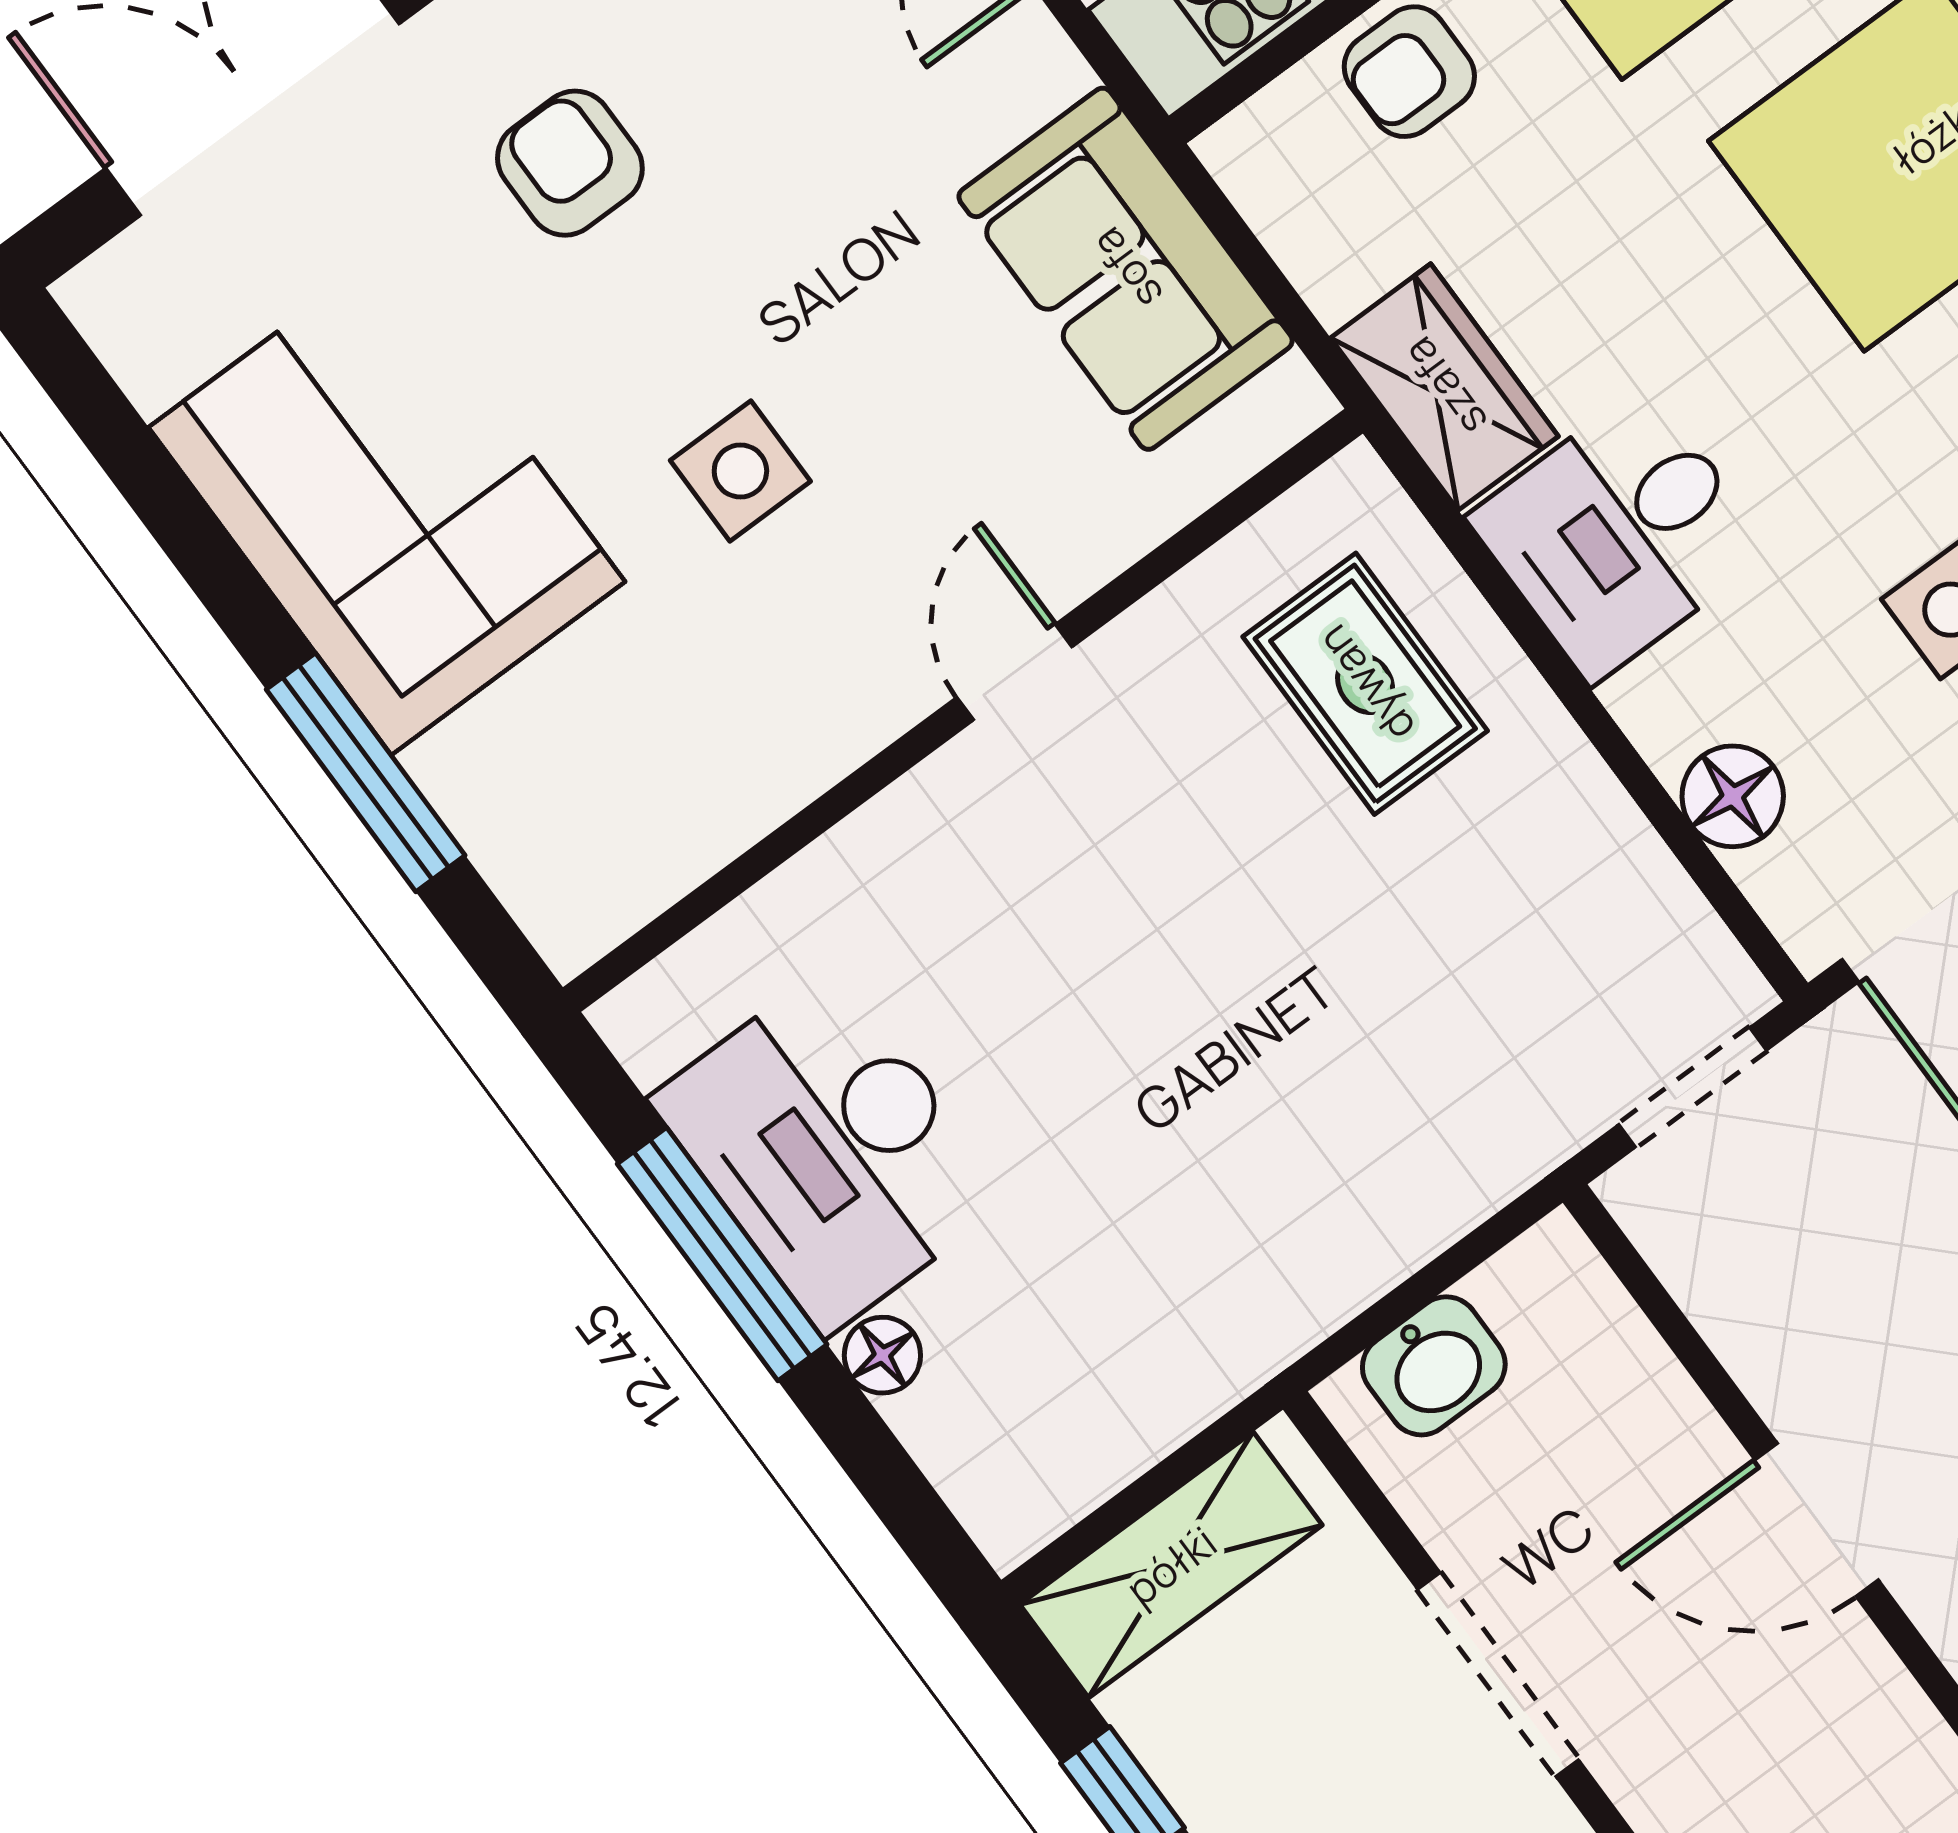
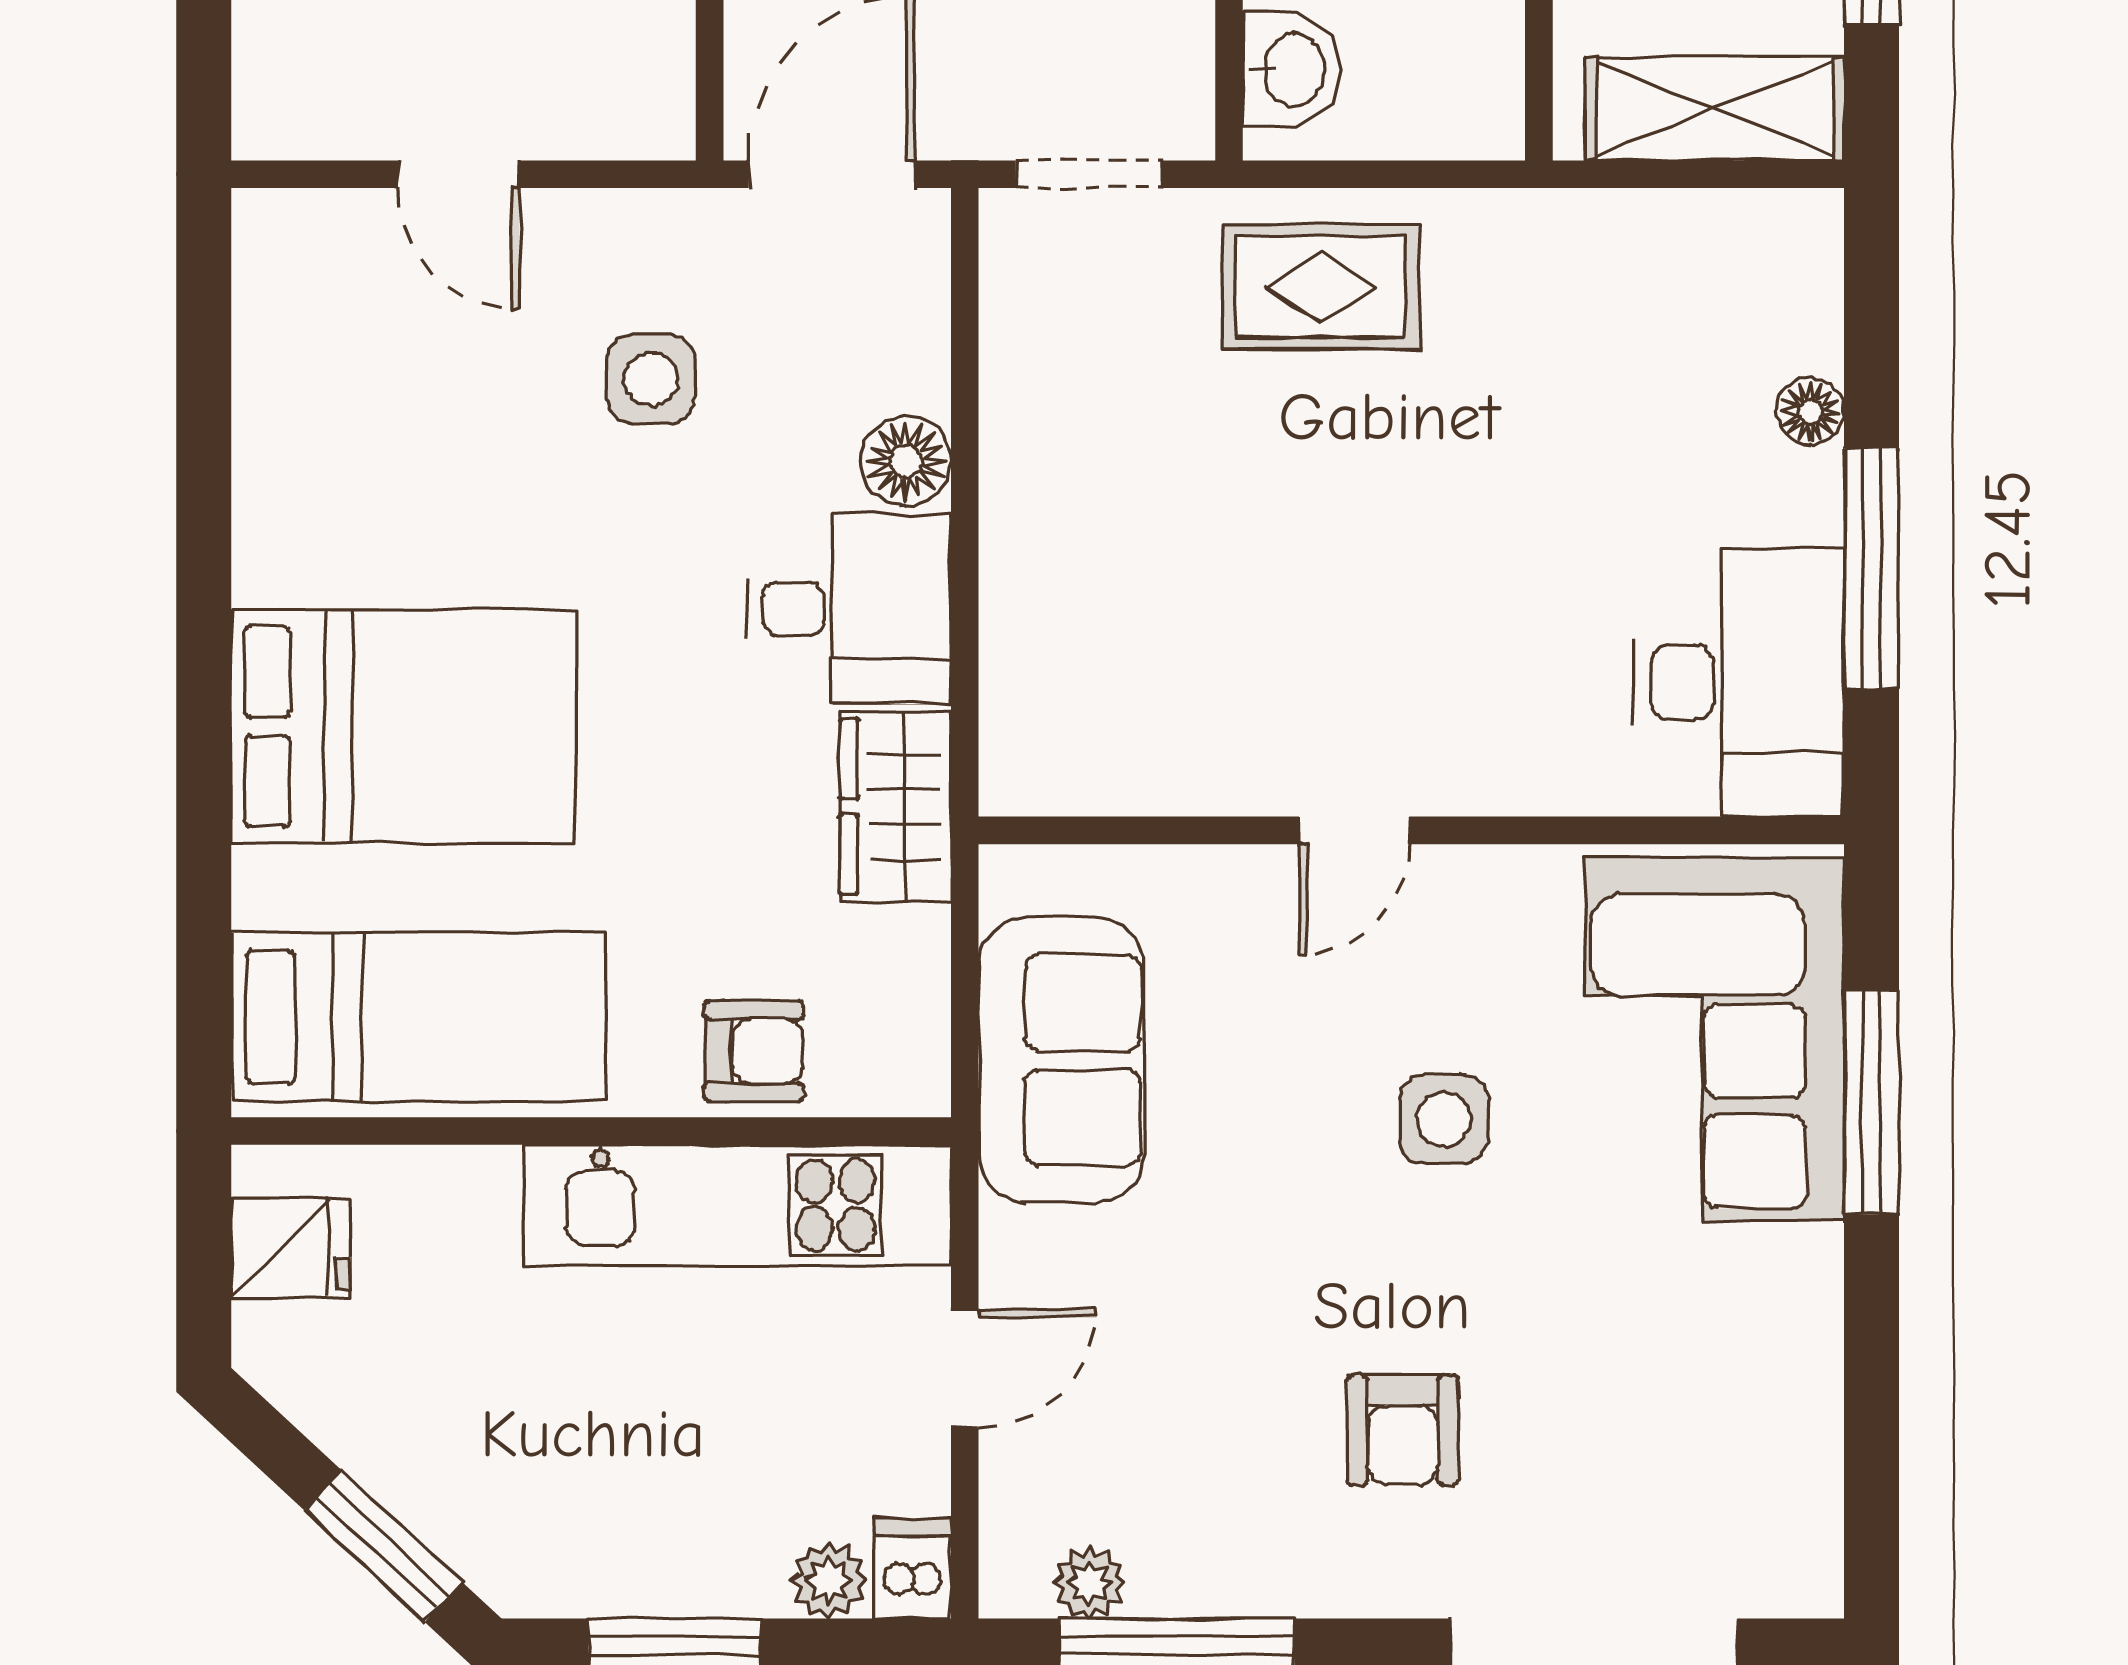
corner sofa: (387, 504) -> (1715, 1039), moved
rug: (1365, 684) -> (1321, 287), moved, turned 90
floor lamp: (1733, 796) -> (906, 461), moved
desk: (830, 1149) -> (1739, 683), moved
washbasin: (1434, 1366) -> (1291, 69), moved, turned 90

